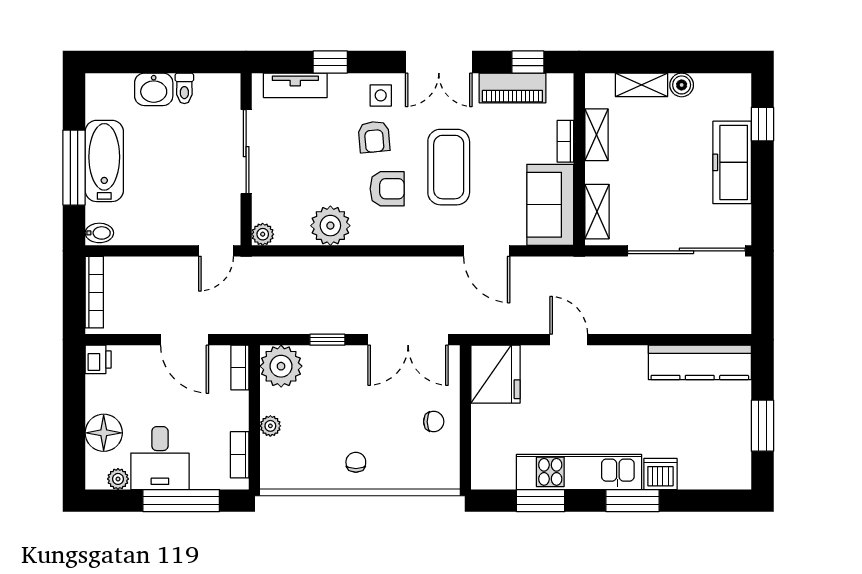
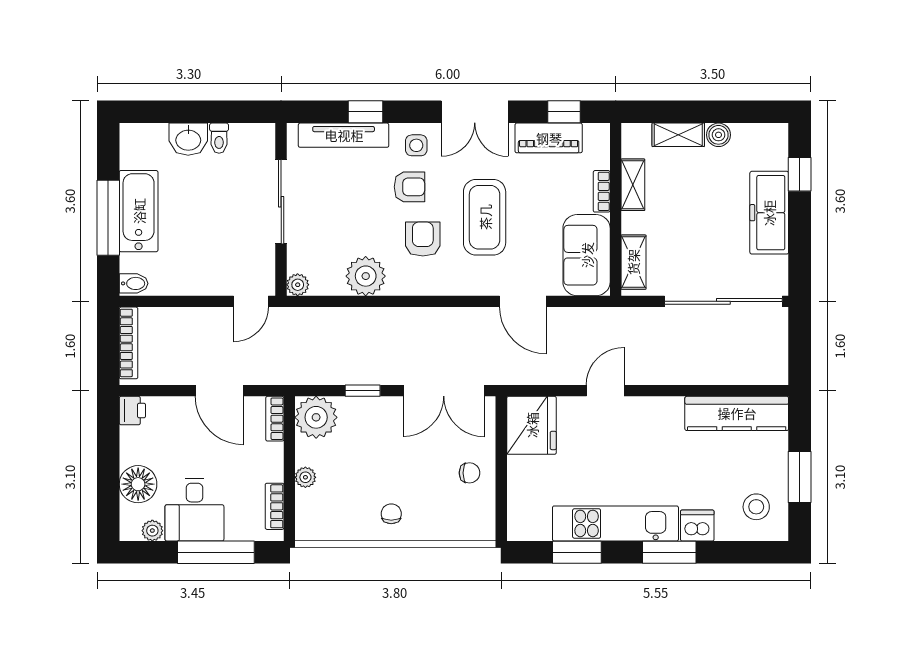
tv unit: (295, 85) -> (344, 135), width x1.41
armchair: (374, 137) -> (409, 187), turned -85
armchair: (387, 189) -> (423, 239), turned -90
door: (569, 340) -> (605, 391), hinge flipped
stool: (719, 455) -> (756, 507), added

